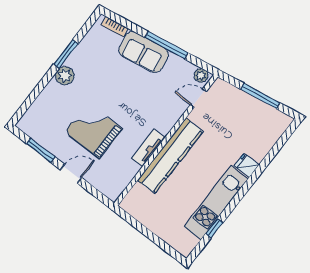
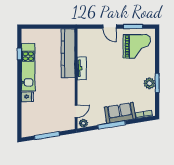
plant: (65, 76) -> (149, 83), moved
grand piano: (93, 130) -> (137, 46), moved
kitchen counter: (170, 156) -> (68, 53), moved
door: (71, 174) -> (110, 27), hinge flipped

